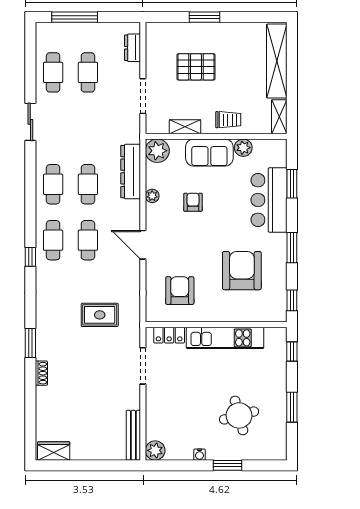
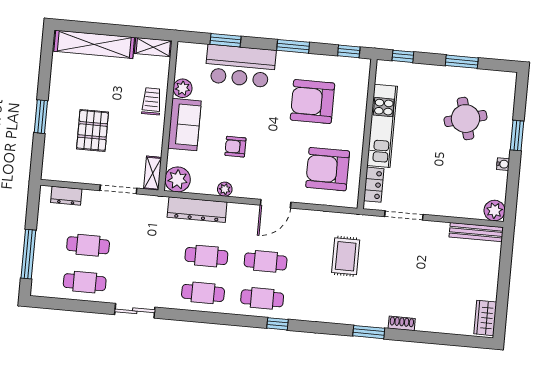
shelving: (185, 127) -> (153, 173), moved
armchair: (180, 291) -> (328, 169), width x1.36, depth x1.36

